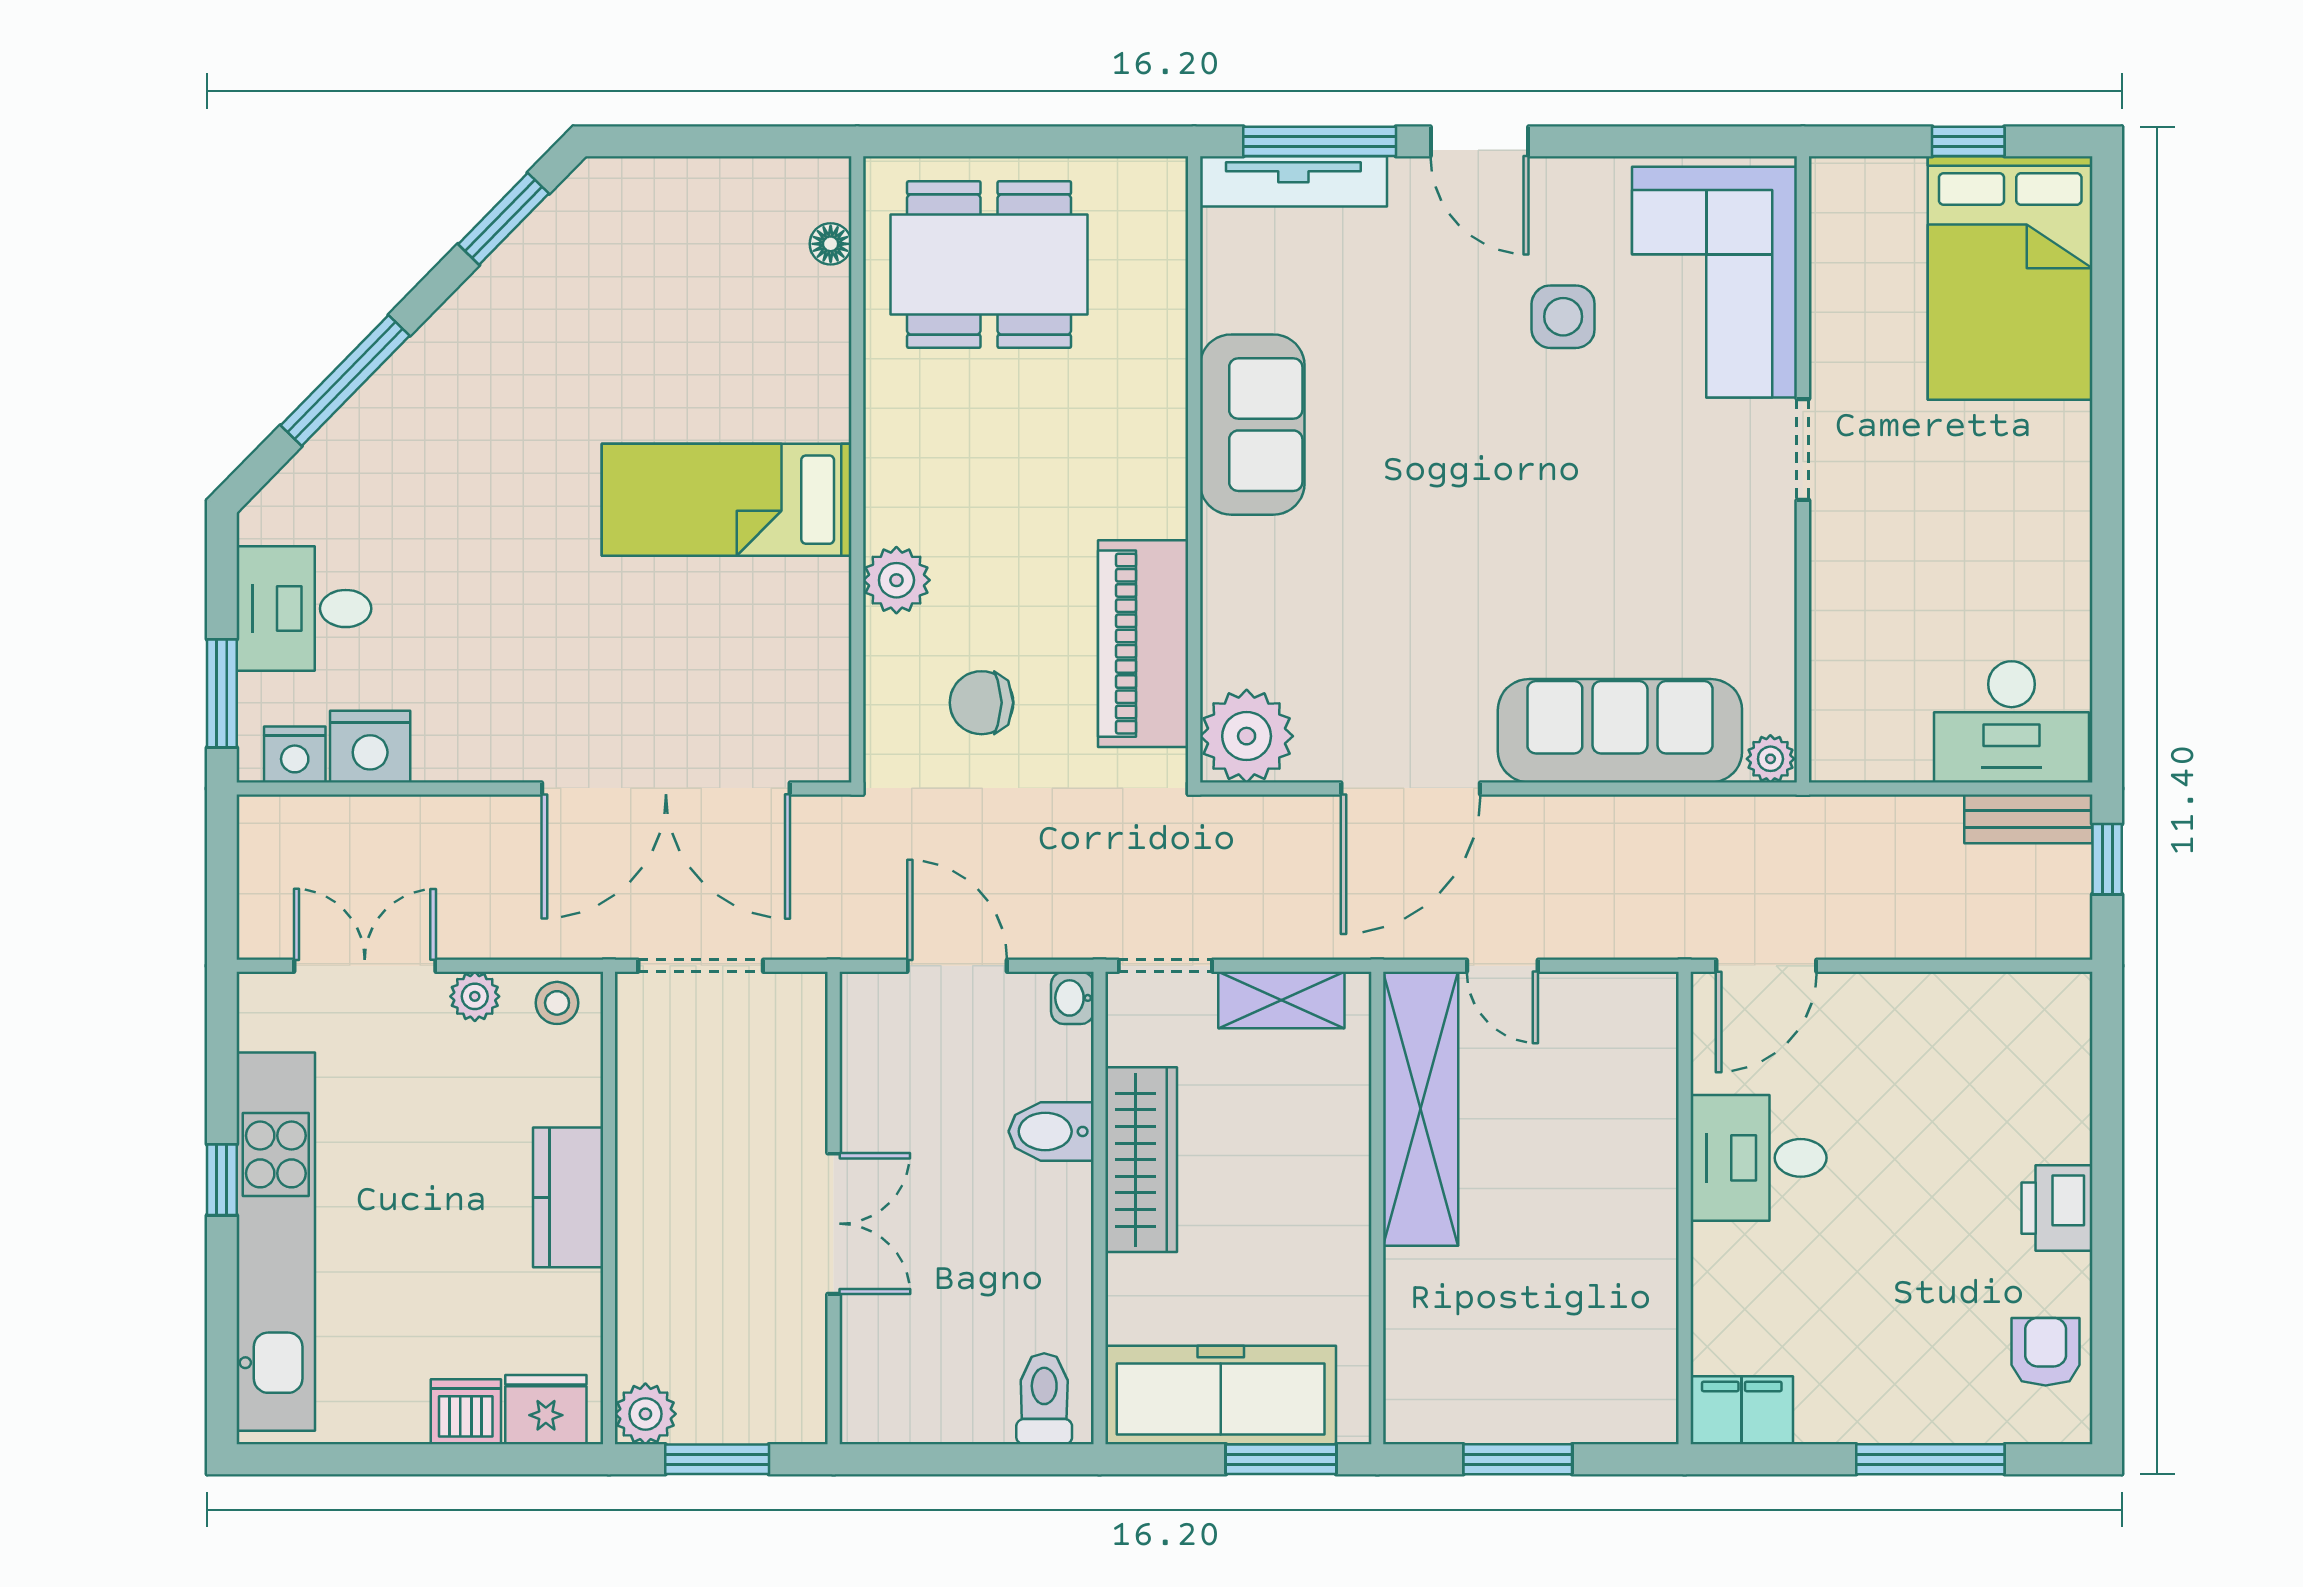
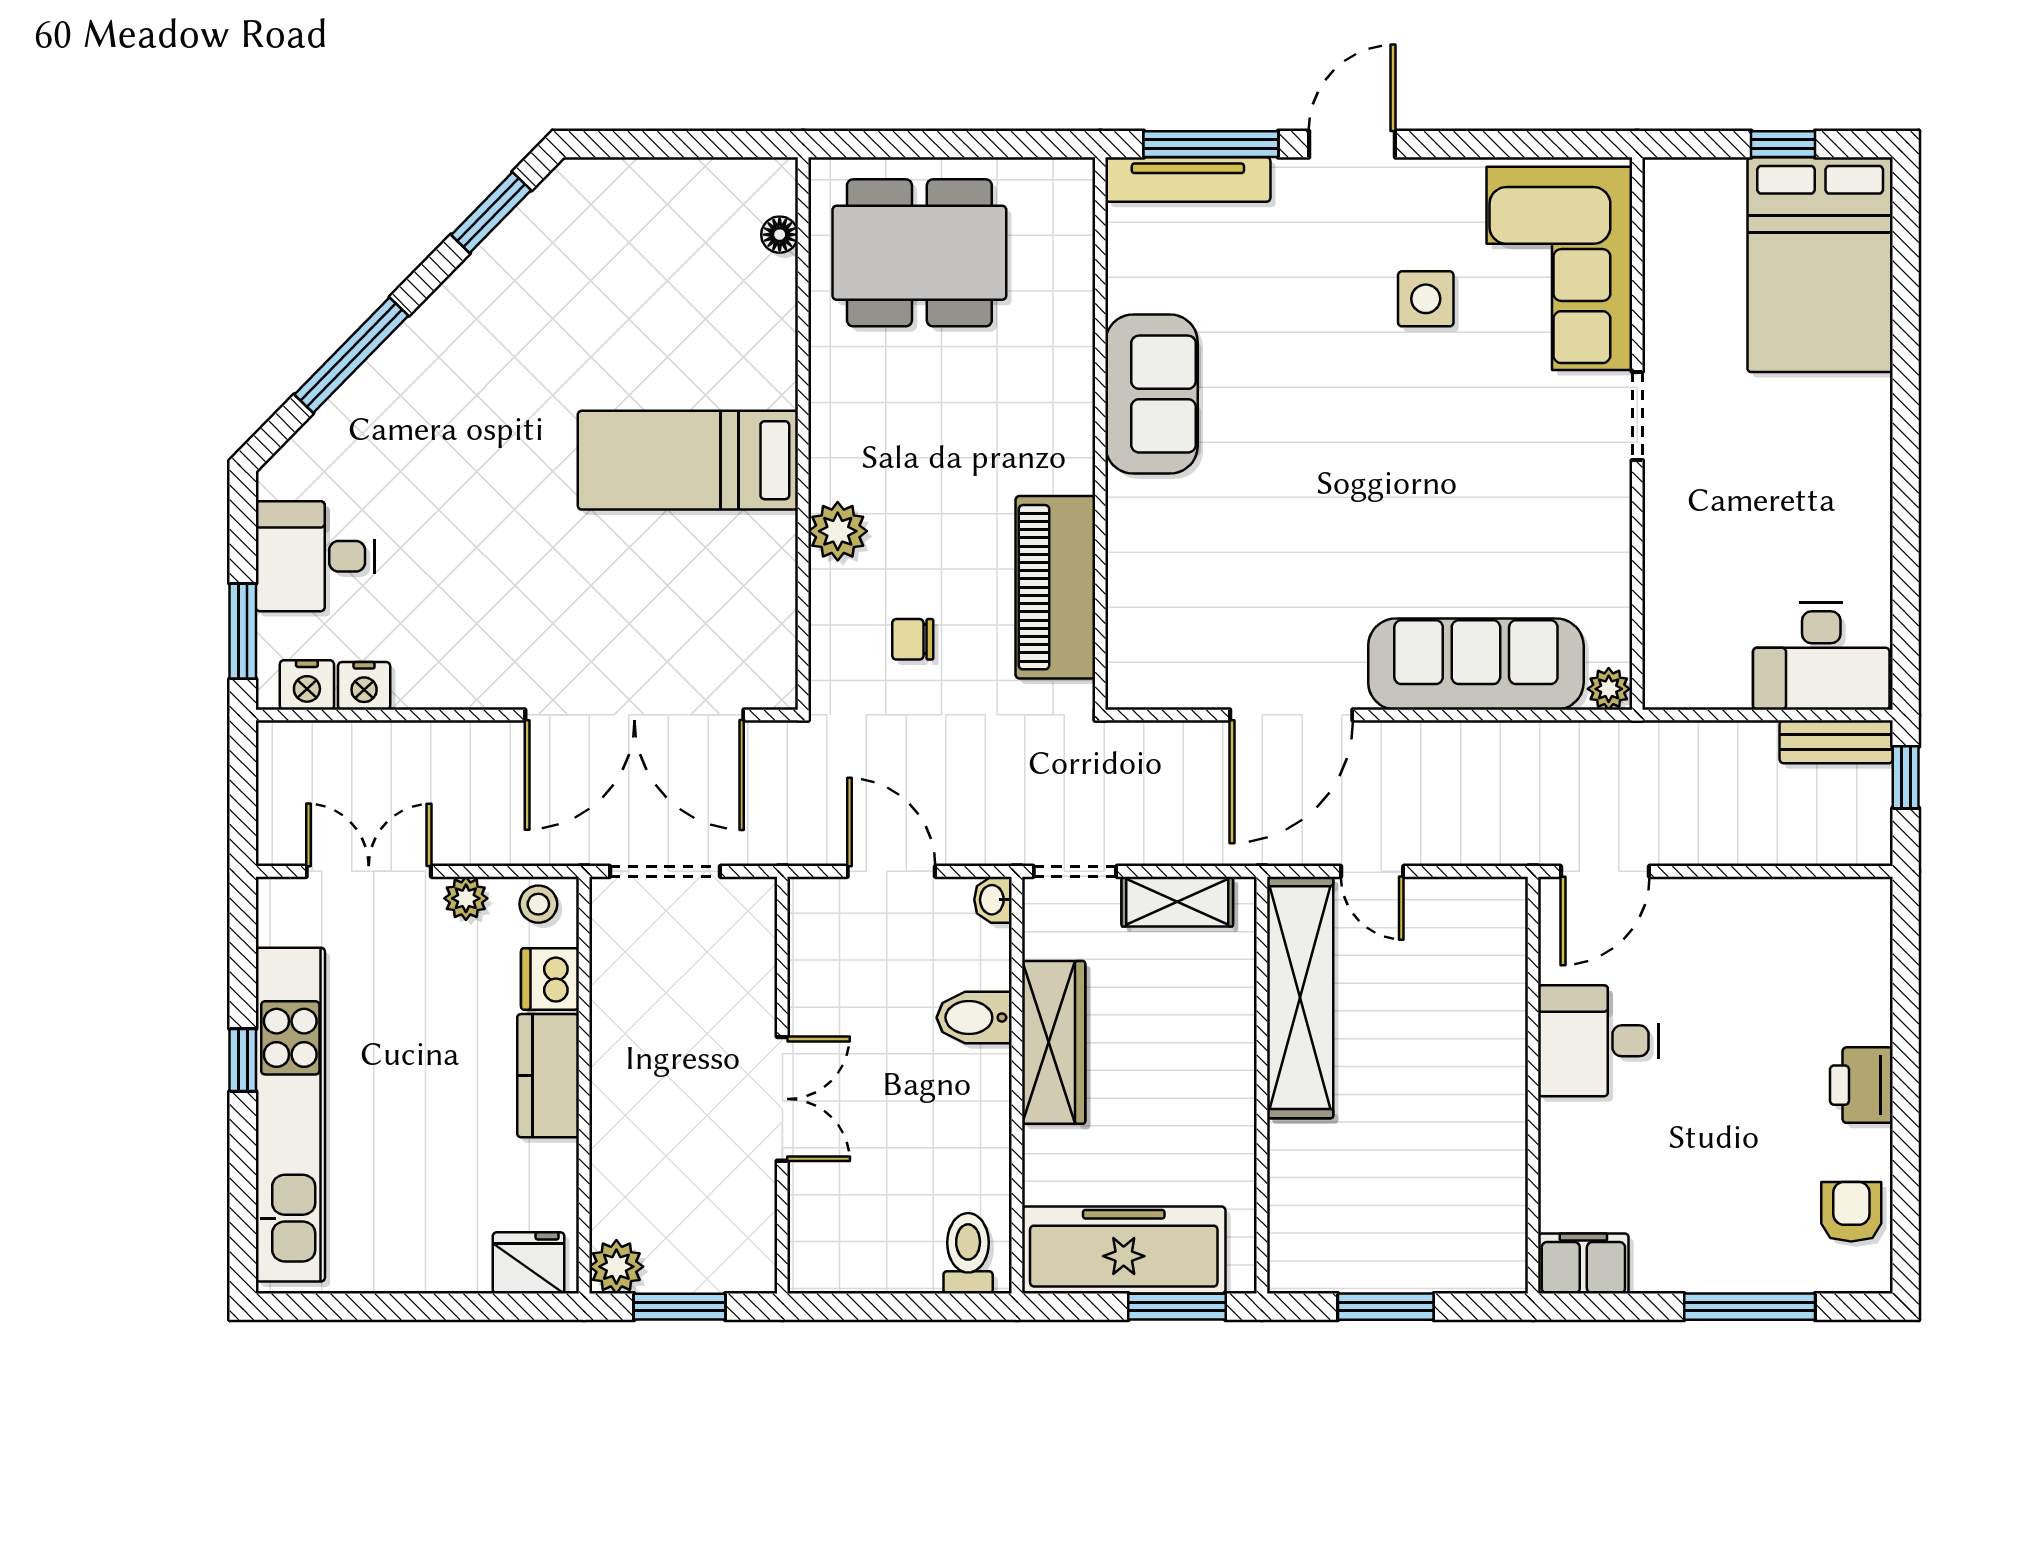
door: (1480, 141) -> (1352, 144), swing flipped
chair: (982, 703) -> (913, 639), width x0.73, depth x0.73
plant: (1247, 736) -> (1147, 669), removed
nightstand: (370, 747) -> (364, 686), width x0.74, depth x0.75
dishwasher: (466, 1412) -> (550, 979), moved, turned -90

